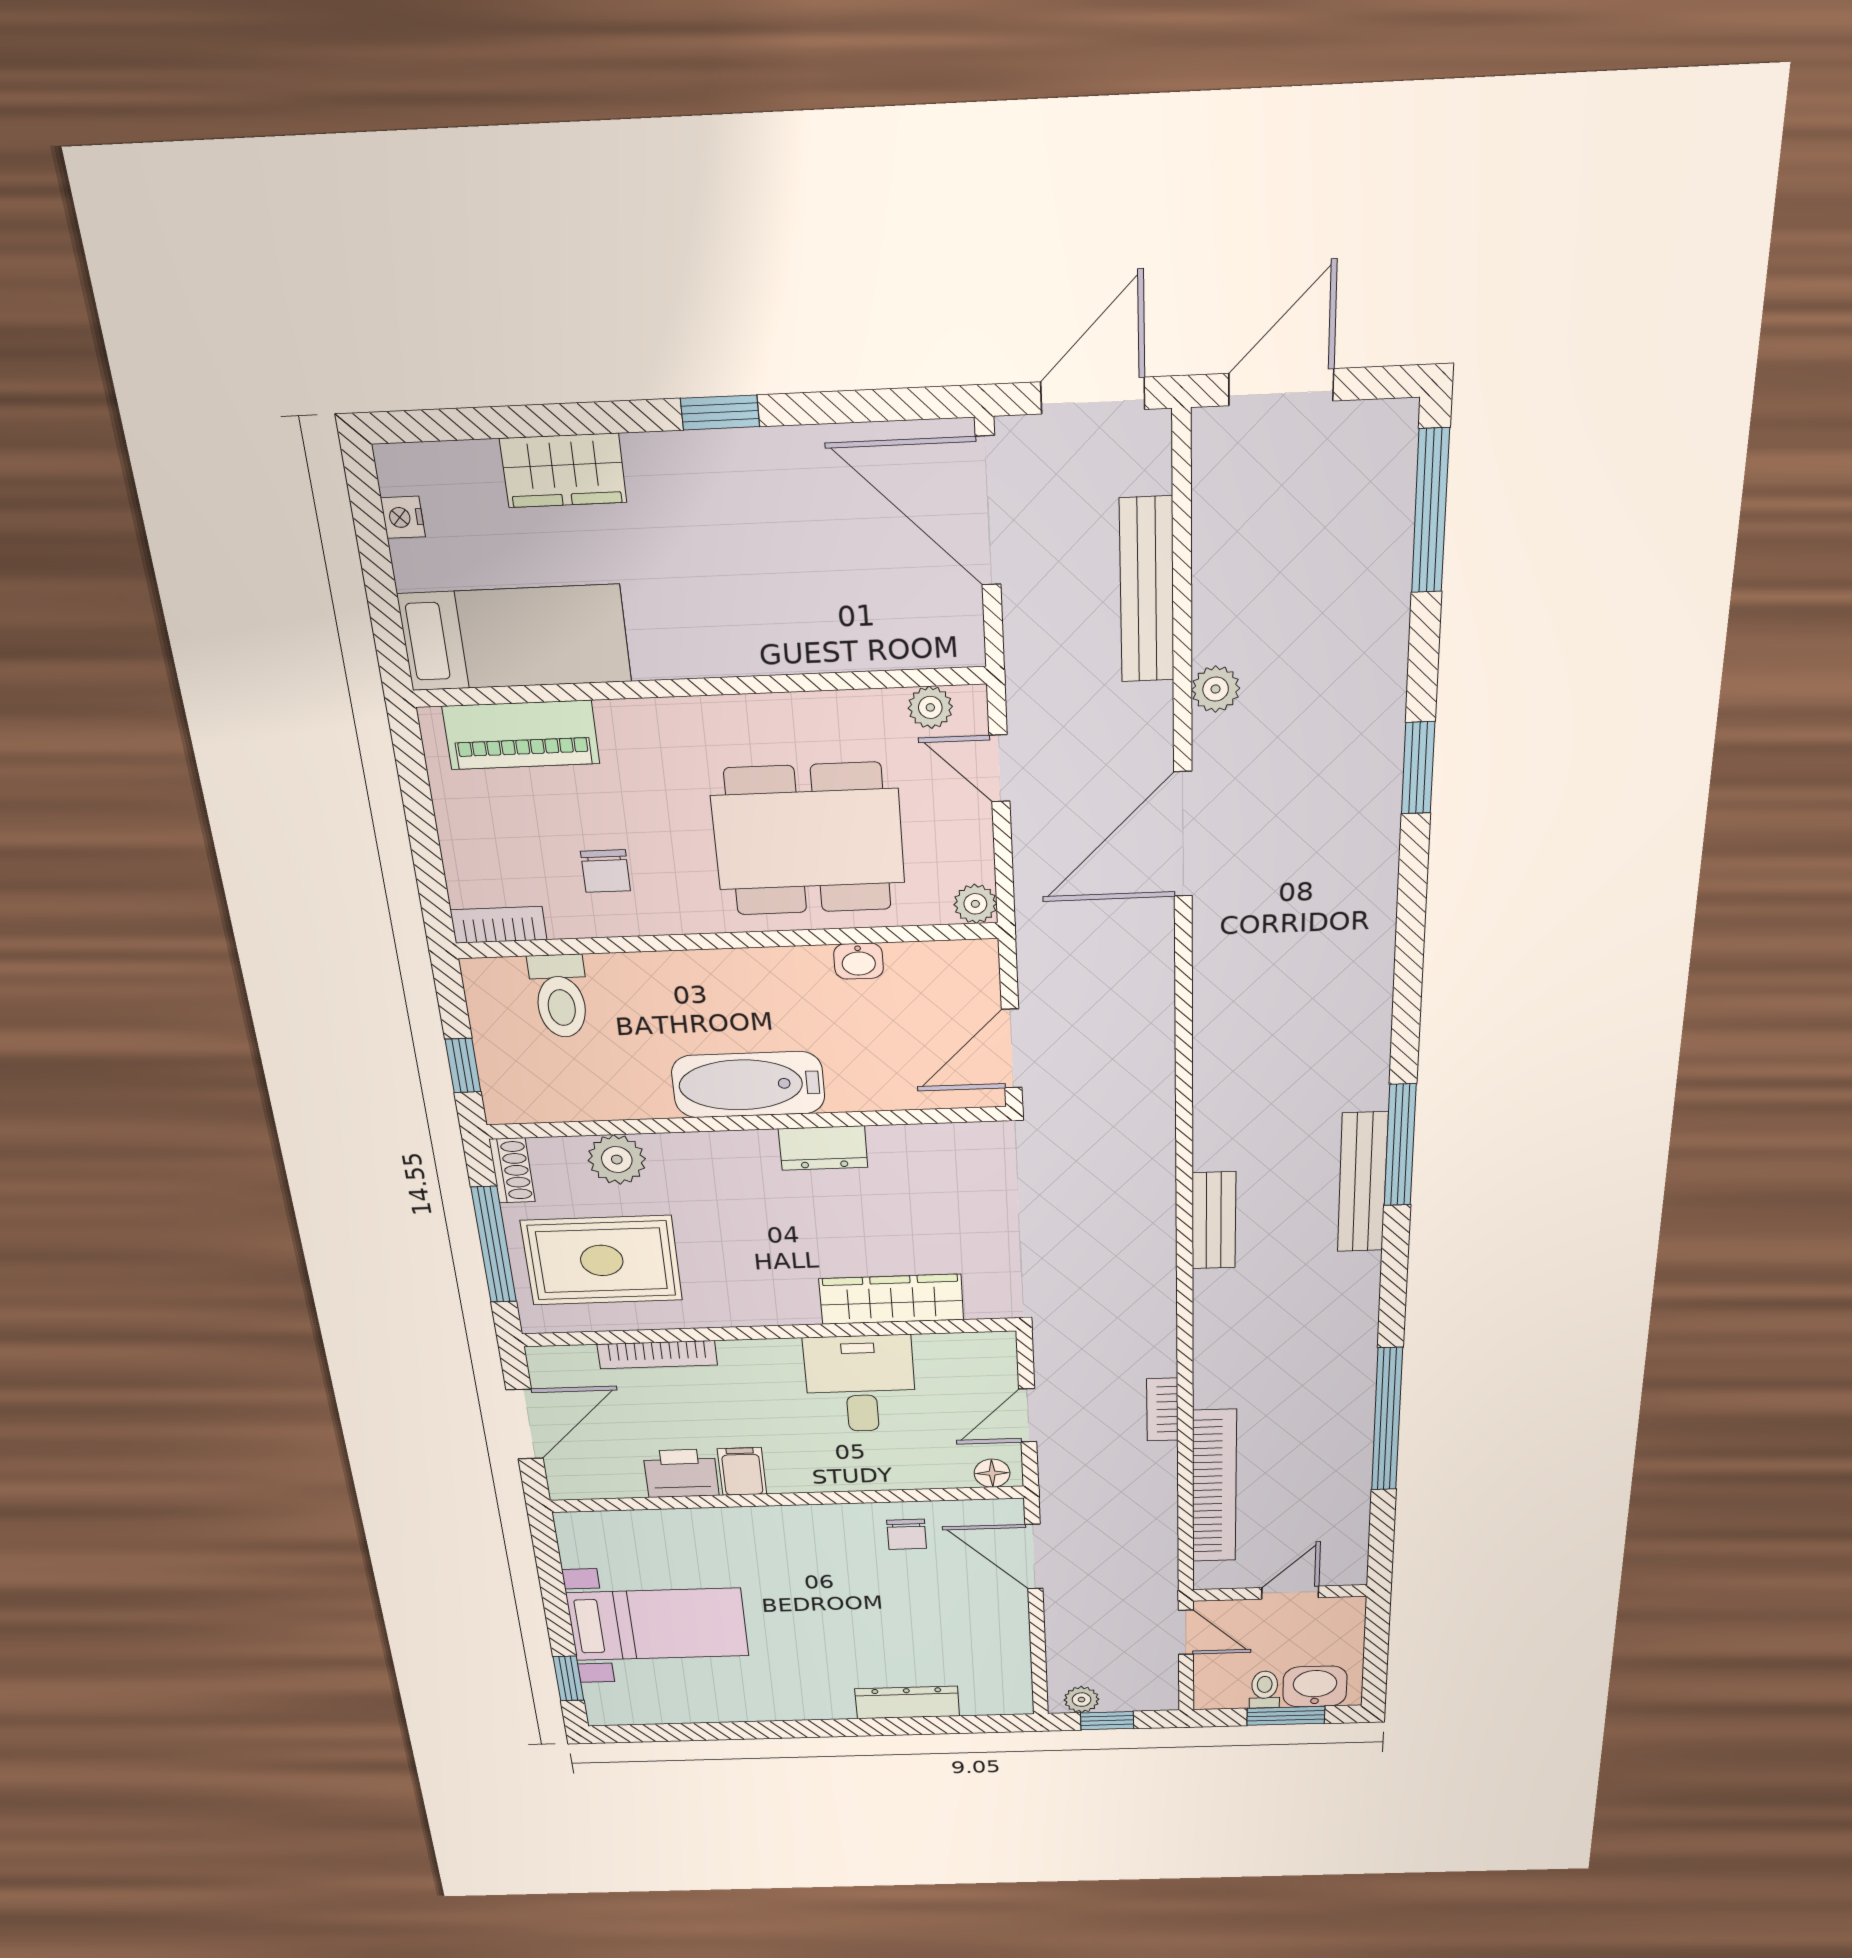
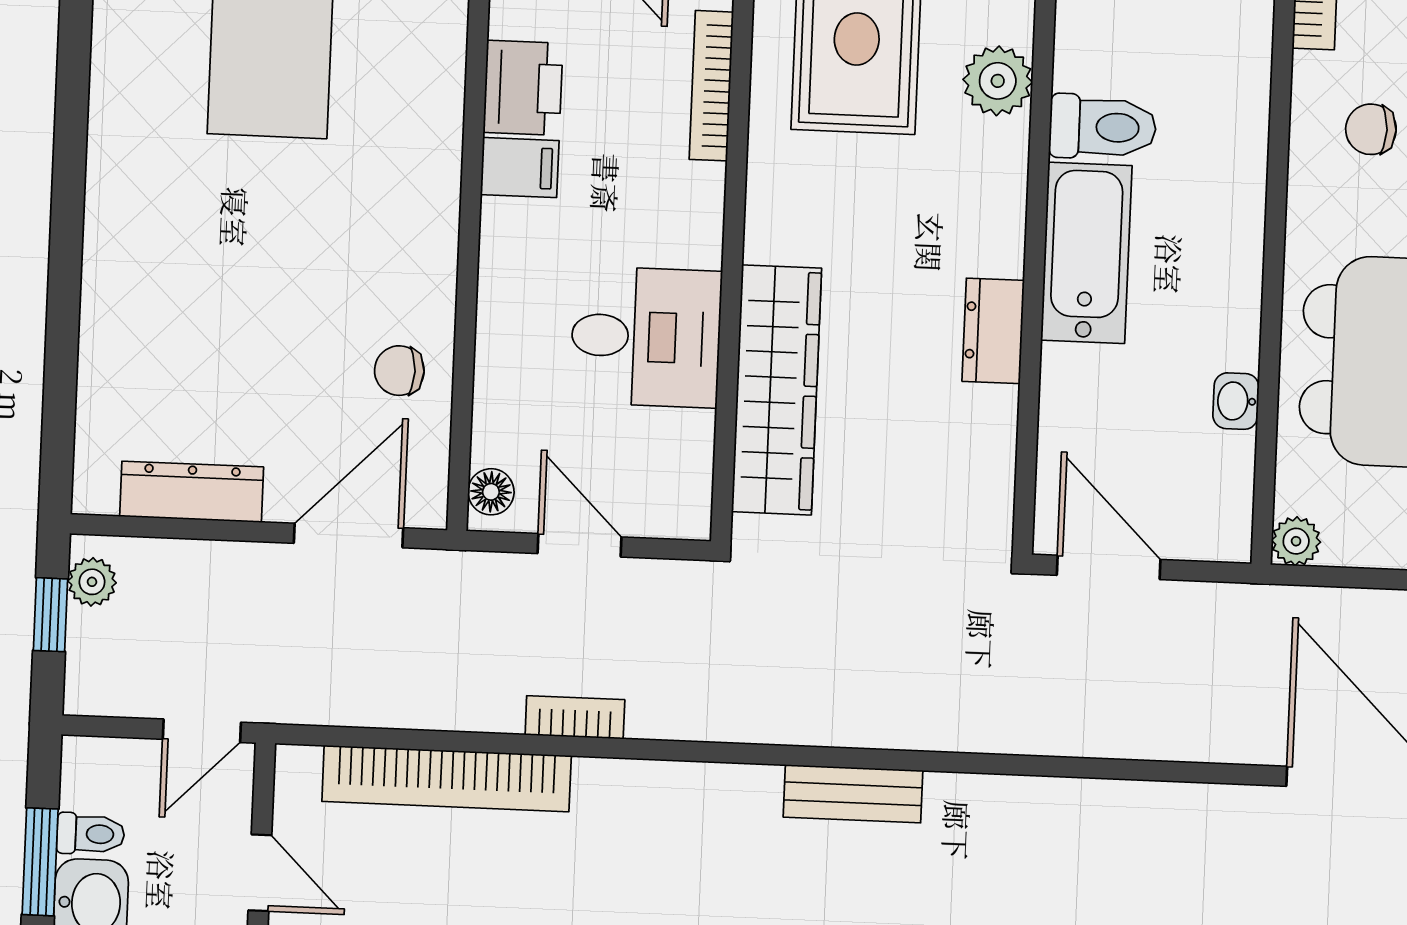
toilet: (560, 996) -> (1103, 127), moved, turned 180
wardrobe: (891, 1299) -> (777, 390), width x1.40, depth x1.17
dresser: (907, 1702) -> (192, 492), moved, turned -90

